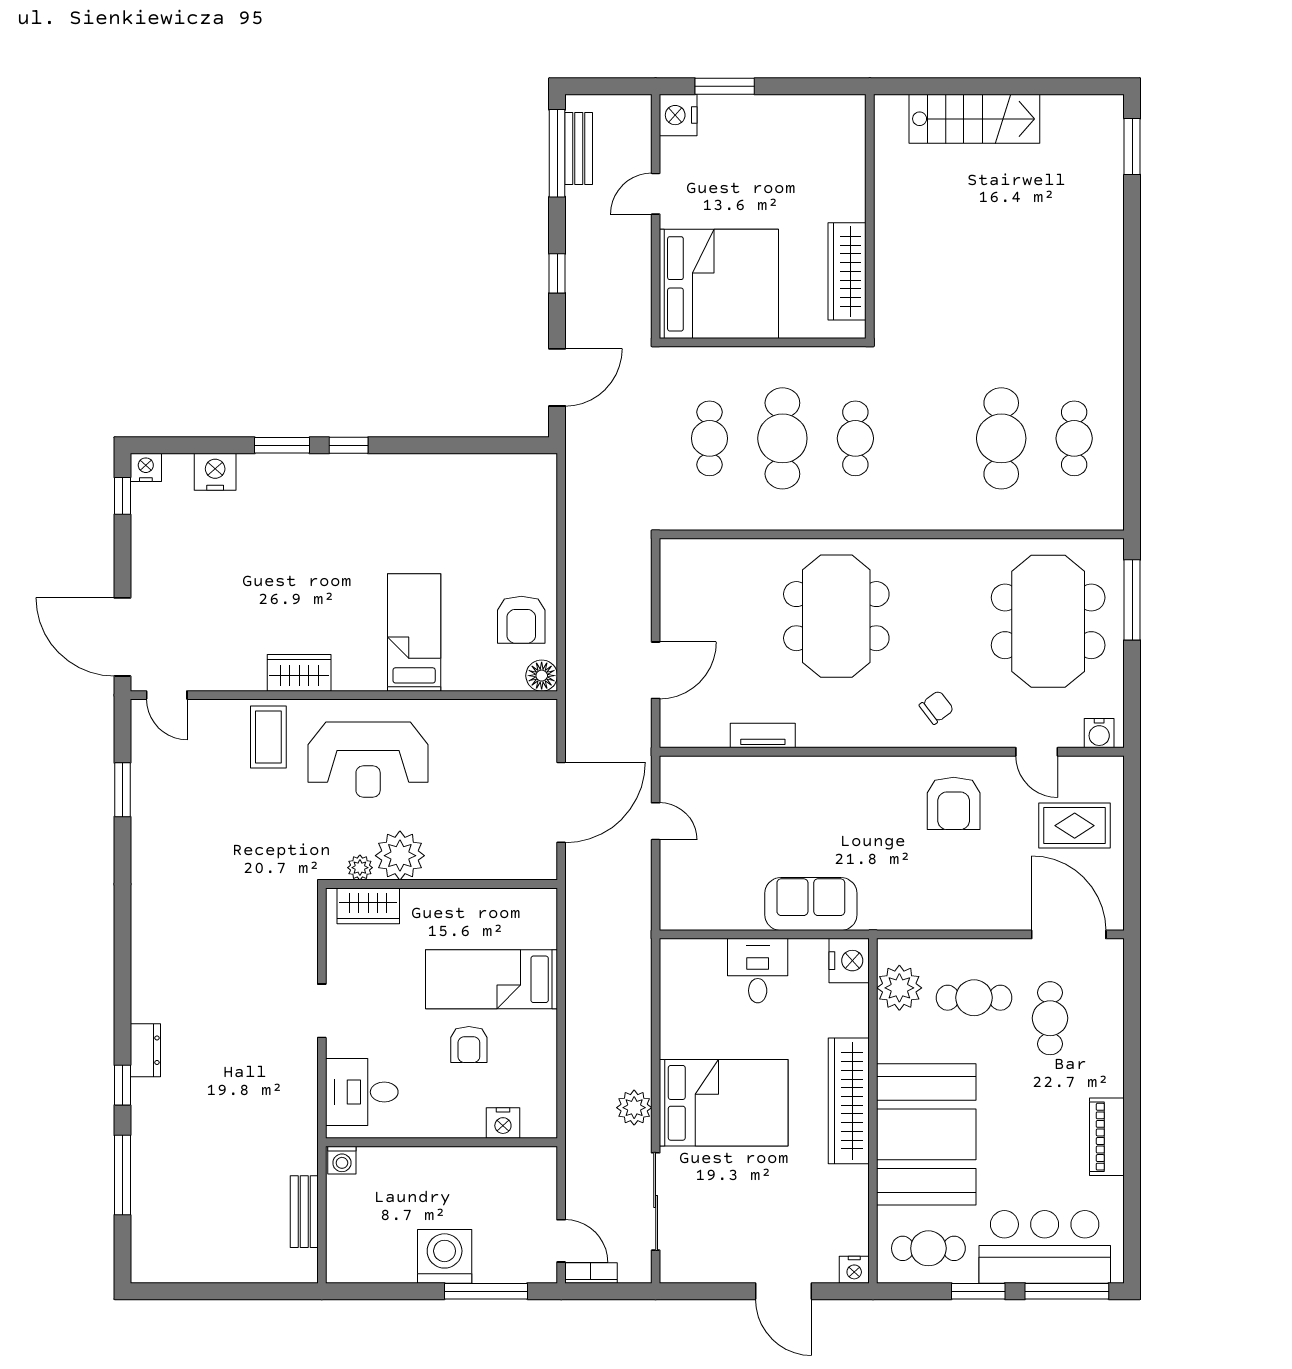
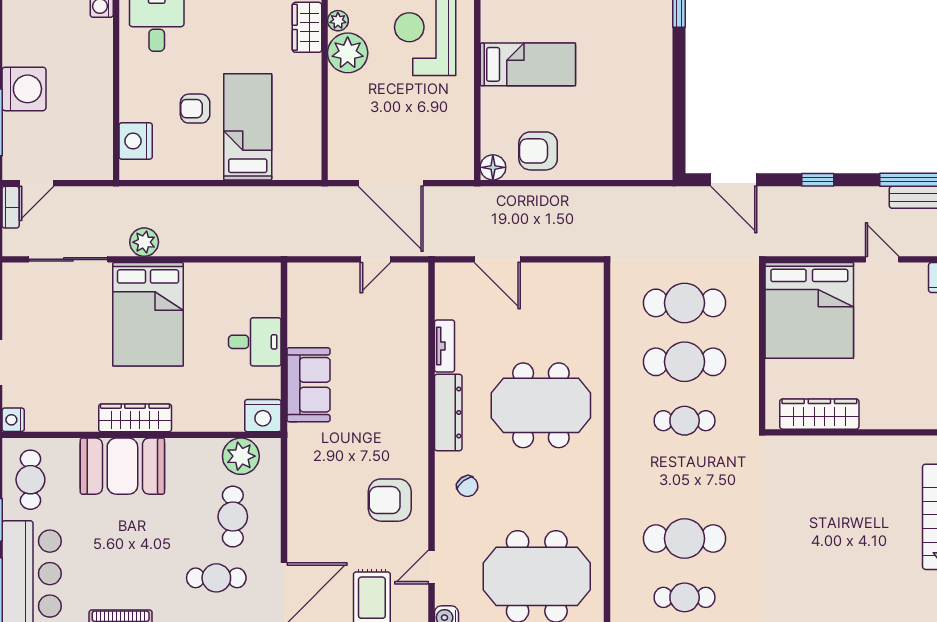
cafe table: (709, 438) -> (685, 303), width x1.37, depth x1.35
dresser: (845, 731) -> (448, 413), added
wardrobe: (849, 1101) -> (135, 418), width x0.71, depth x0.85
nightstand: (503, 1123) -> (136, 141), width x1.36, depth x1.33
booth: (926, 1134) -> (122, 466), width x0.73, depth x0.70

